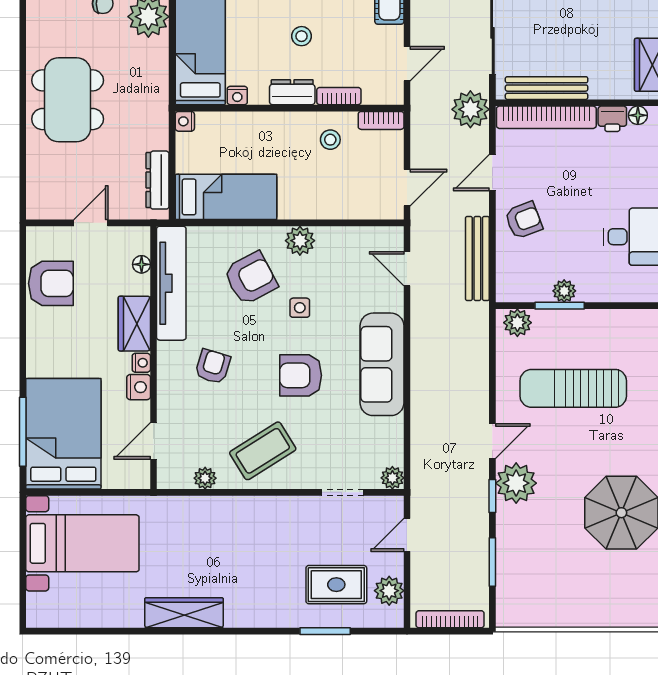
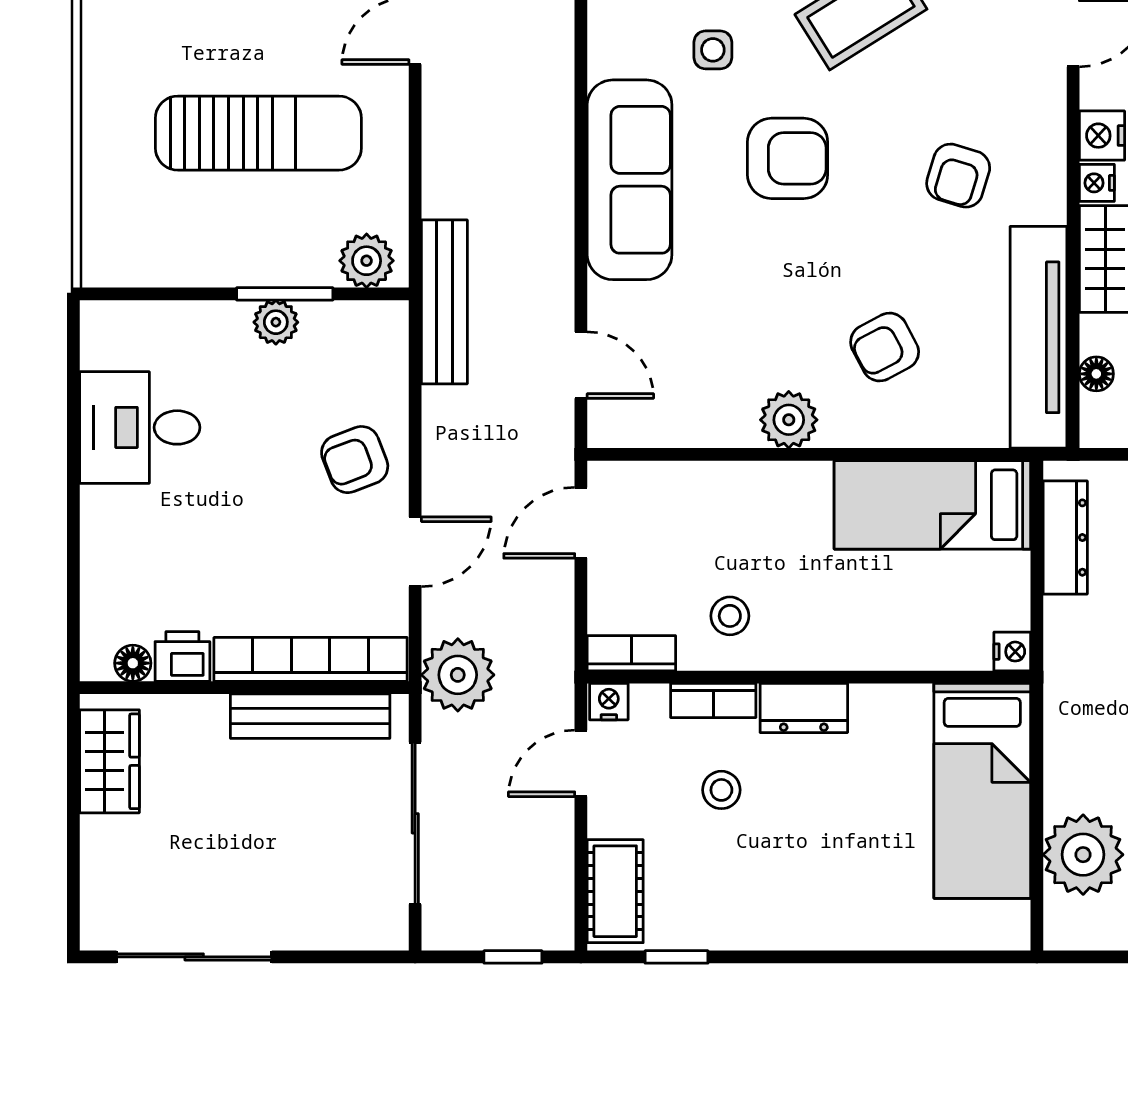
stool: (302, 36) -> (721, 790), moved
nightstand: (237, 96) -> (609, 702), moved
bench: (477, 259) -> (444, 302), moved
armchair: (251, 278) -> (885, 347), width x0.72, depth x0.72
side table: (300, 308) -> (713, 50), moved

